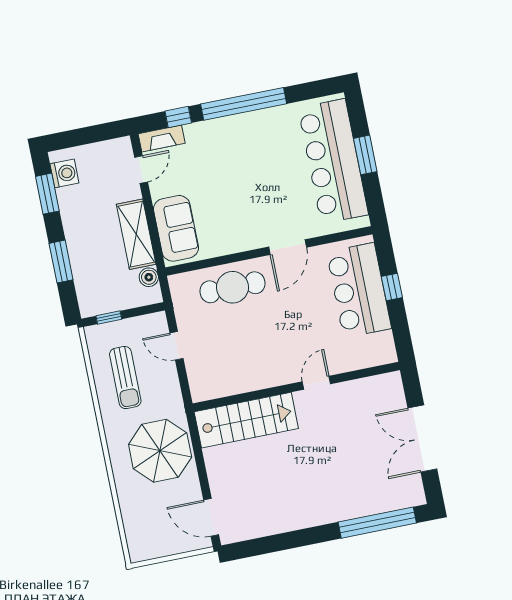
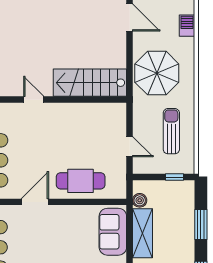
door: (316, 383) -> (34, 100), swing flipped
barbecue: (133, 522) -> (187, 26), added

